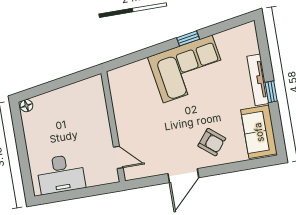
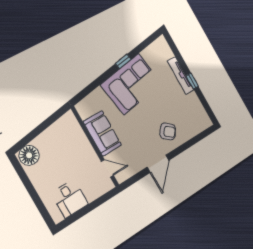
floor lamp: (26, 106) -> (29, 155), width x1.89, depth x1.89
sofa: (259, 132) -> (102, 133), moved, turned 180
desk: (61, 174) -> (70, 199), width x0.73

